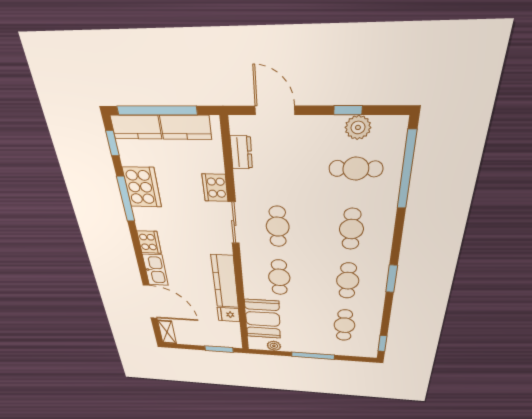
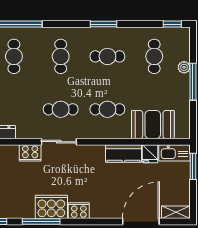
cooker: (142, 187) -> (51, 207), moved
cafe table: (351, 229) -> (61, 56), turned 90
kitchen sink: (155, 270) -> (174, 153), moved, turned 180
kitchen counter: (225, 282) -> (123, 153), width x0.67
cafe table: (344, 325) -> (154, 56), turned 90
plant: (274, 346) -> (184, 67), moved

